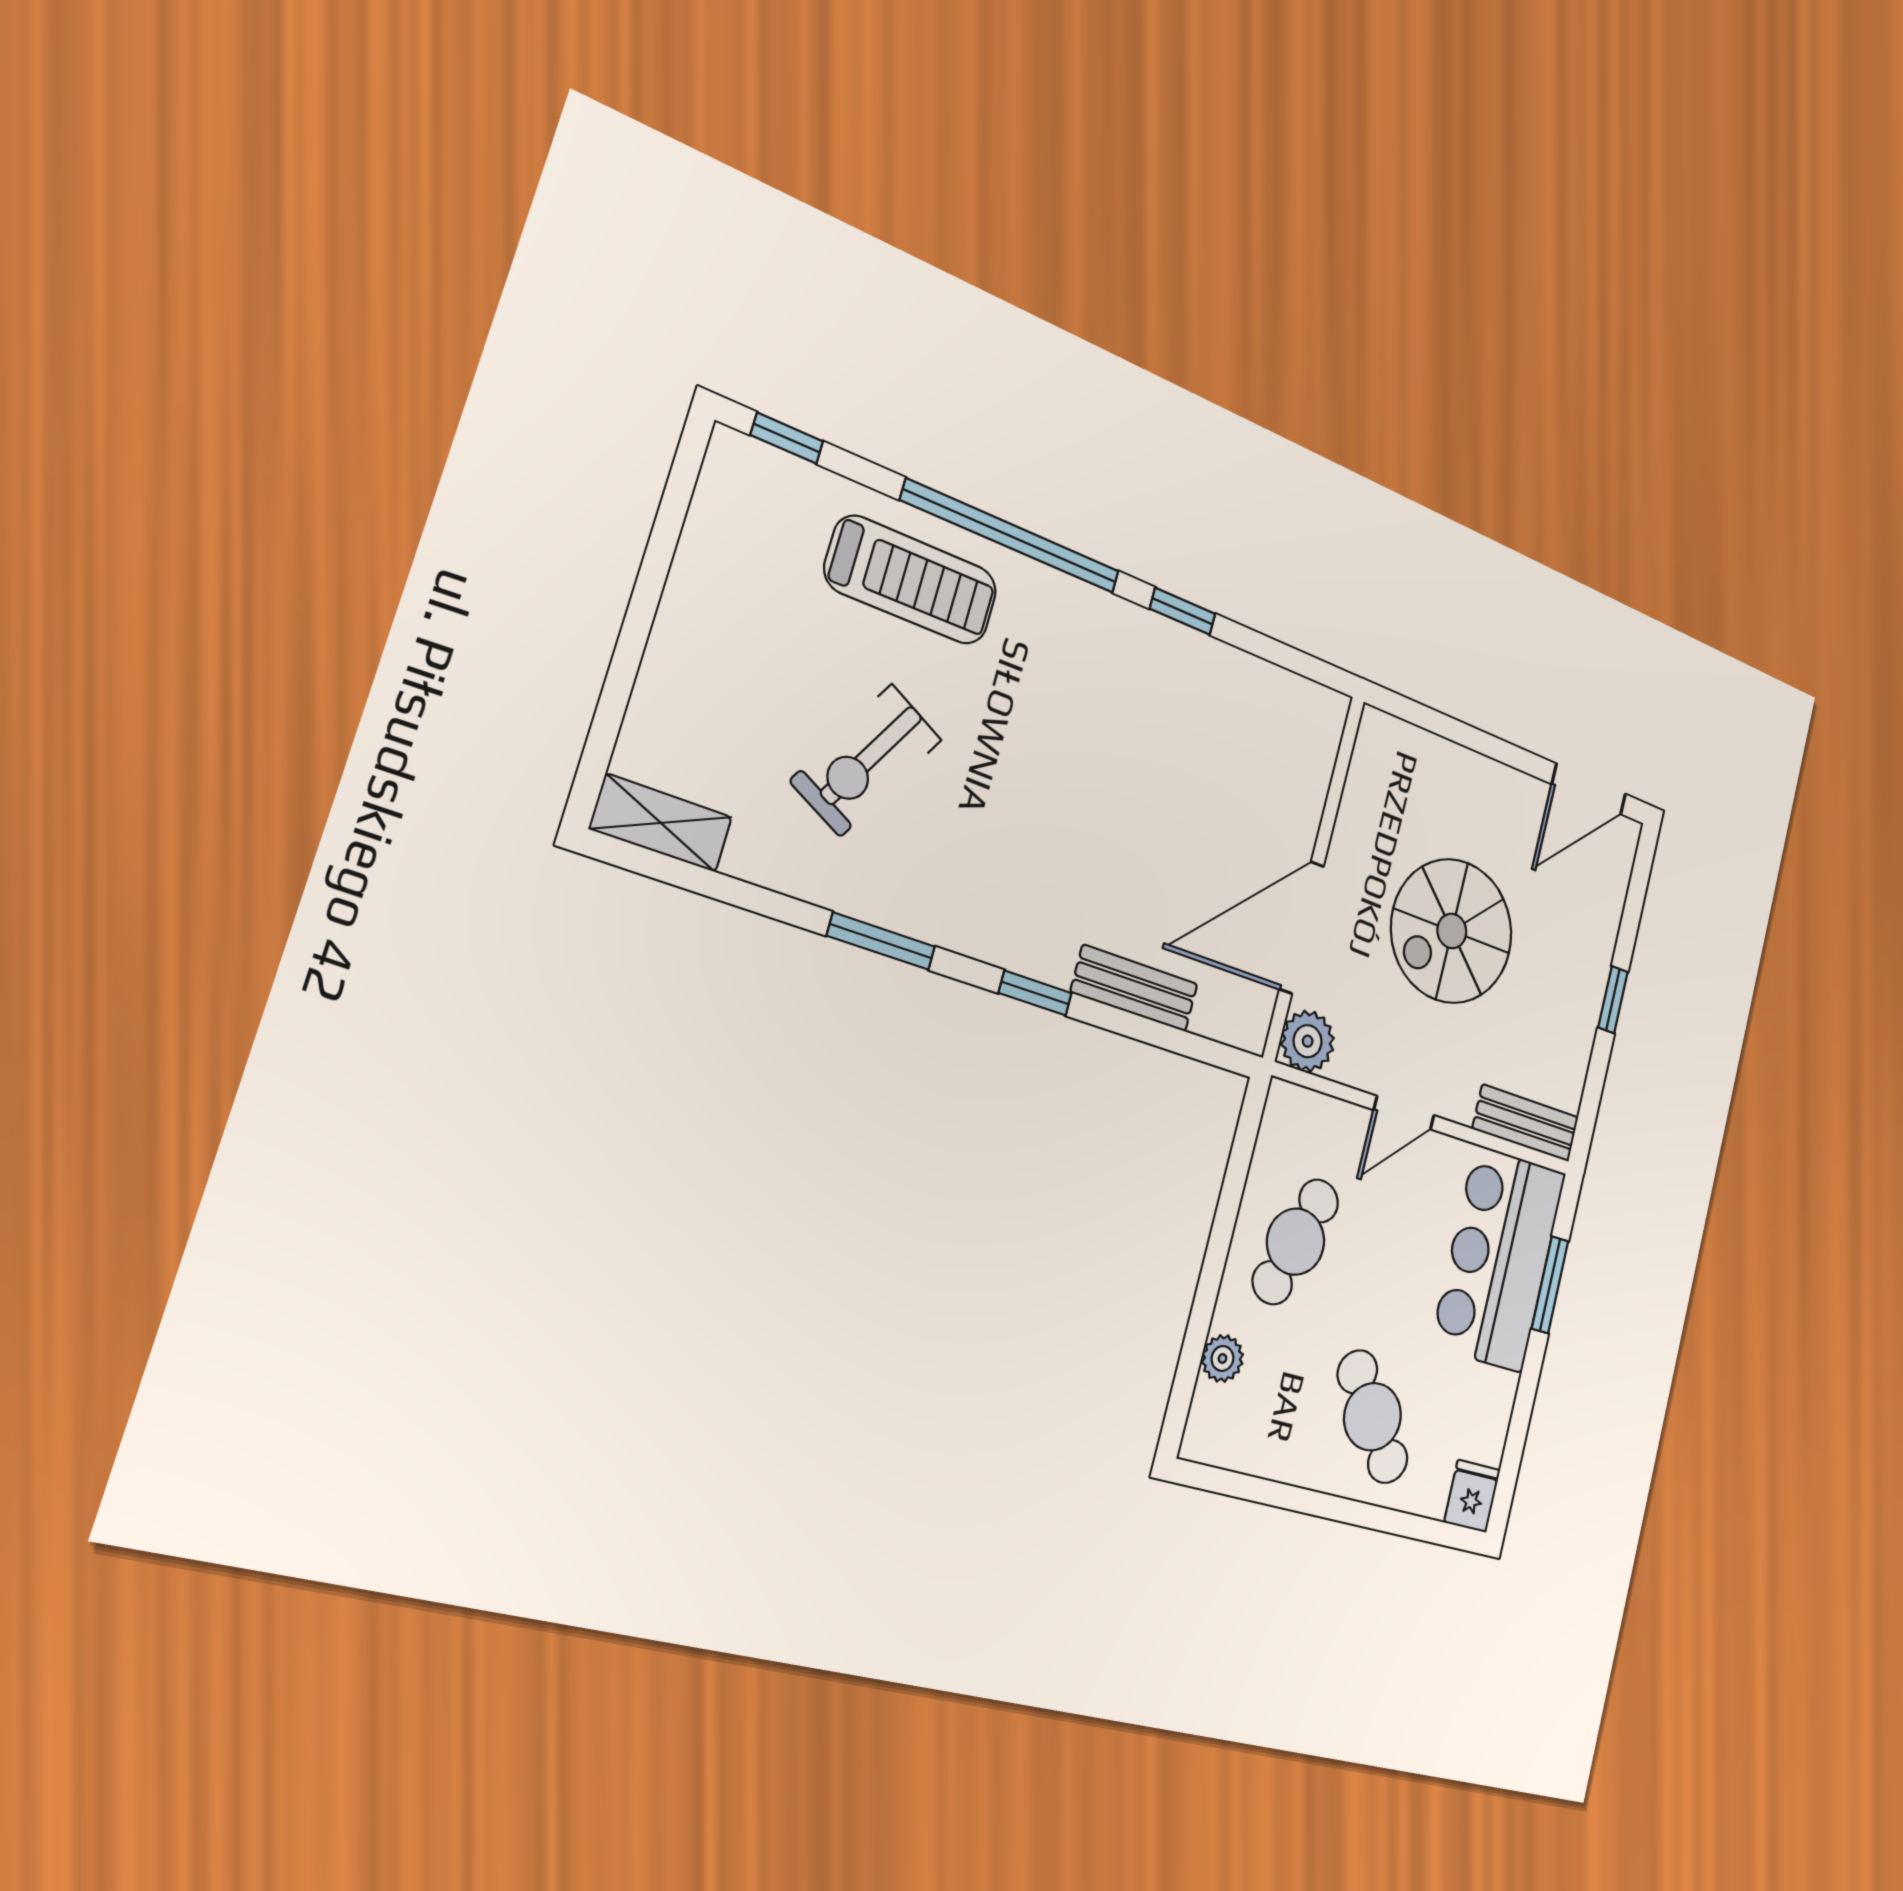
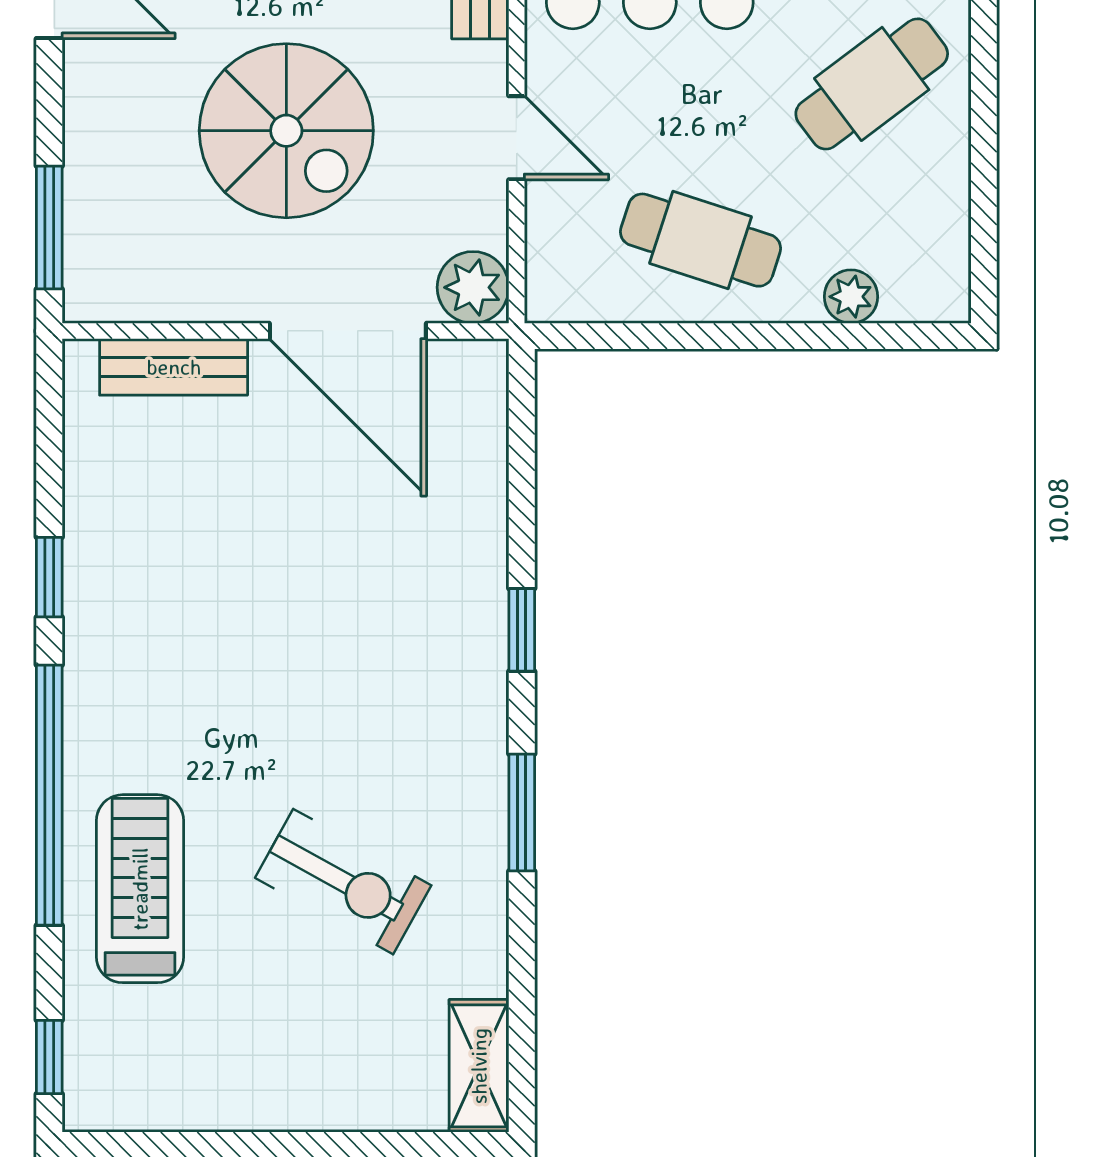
window: (1431, 720) -> (49, 227), added
bench: (1134, 988) -> (174, 367), moved, turned 90

